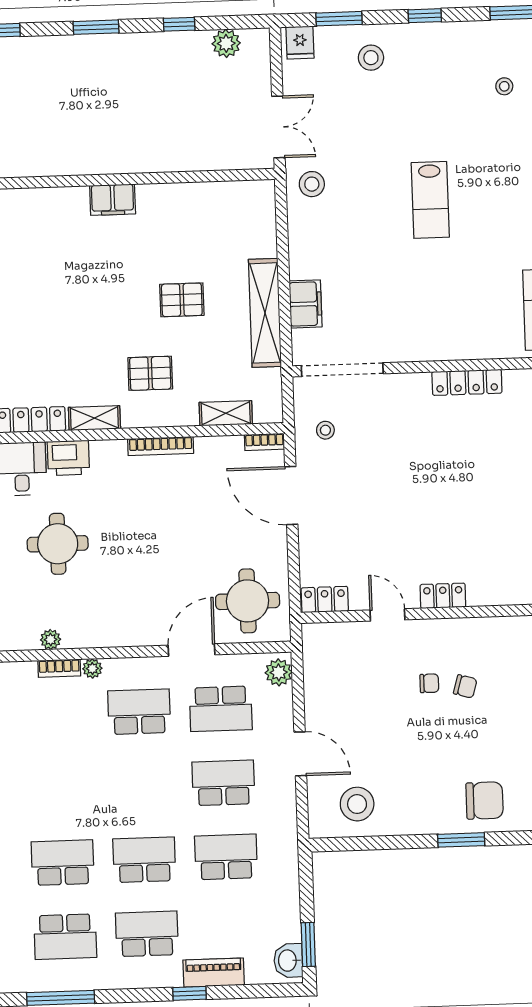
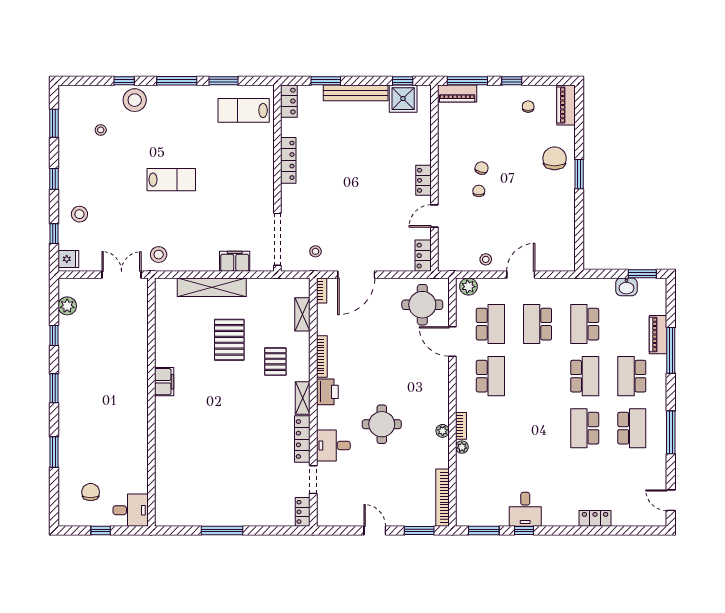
window: (339, 19) -> (54, 234), width x0.67
pallet: (182, 300) -> (229, 340), width x1.50, depth x1.42
shelving: (265, 313) -> (212, 287), moved
printer: (68, 458) -> (327, 392), moved
plant: (92, 668) -> (462, 447), moved
school desk: (139, 712) -> (490, 376), turned 180
stool: (357, 804) -> (486, 259), moved, width x0.53, depth x0.53
school desk: (144, 860) -> (585, 376), turned 180
washbasin: (288, 960) -> (626, 287), moved
window: (190, 993) -> (671, 350), width x2.17

